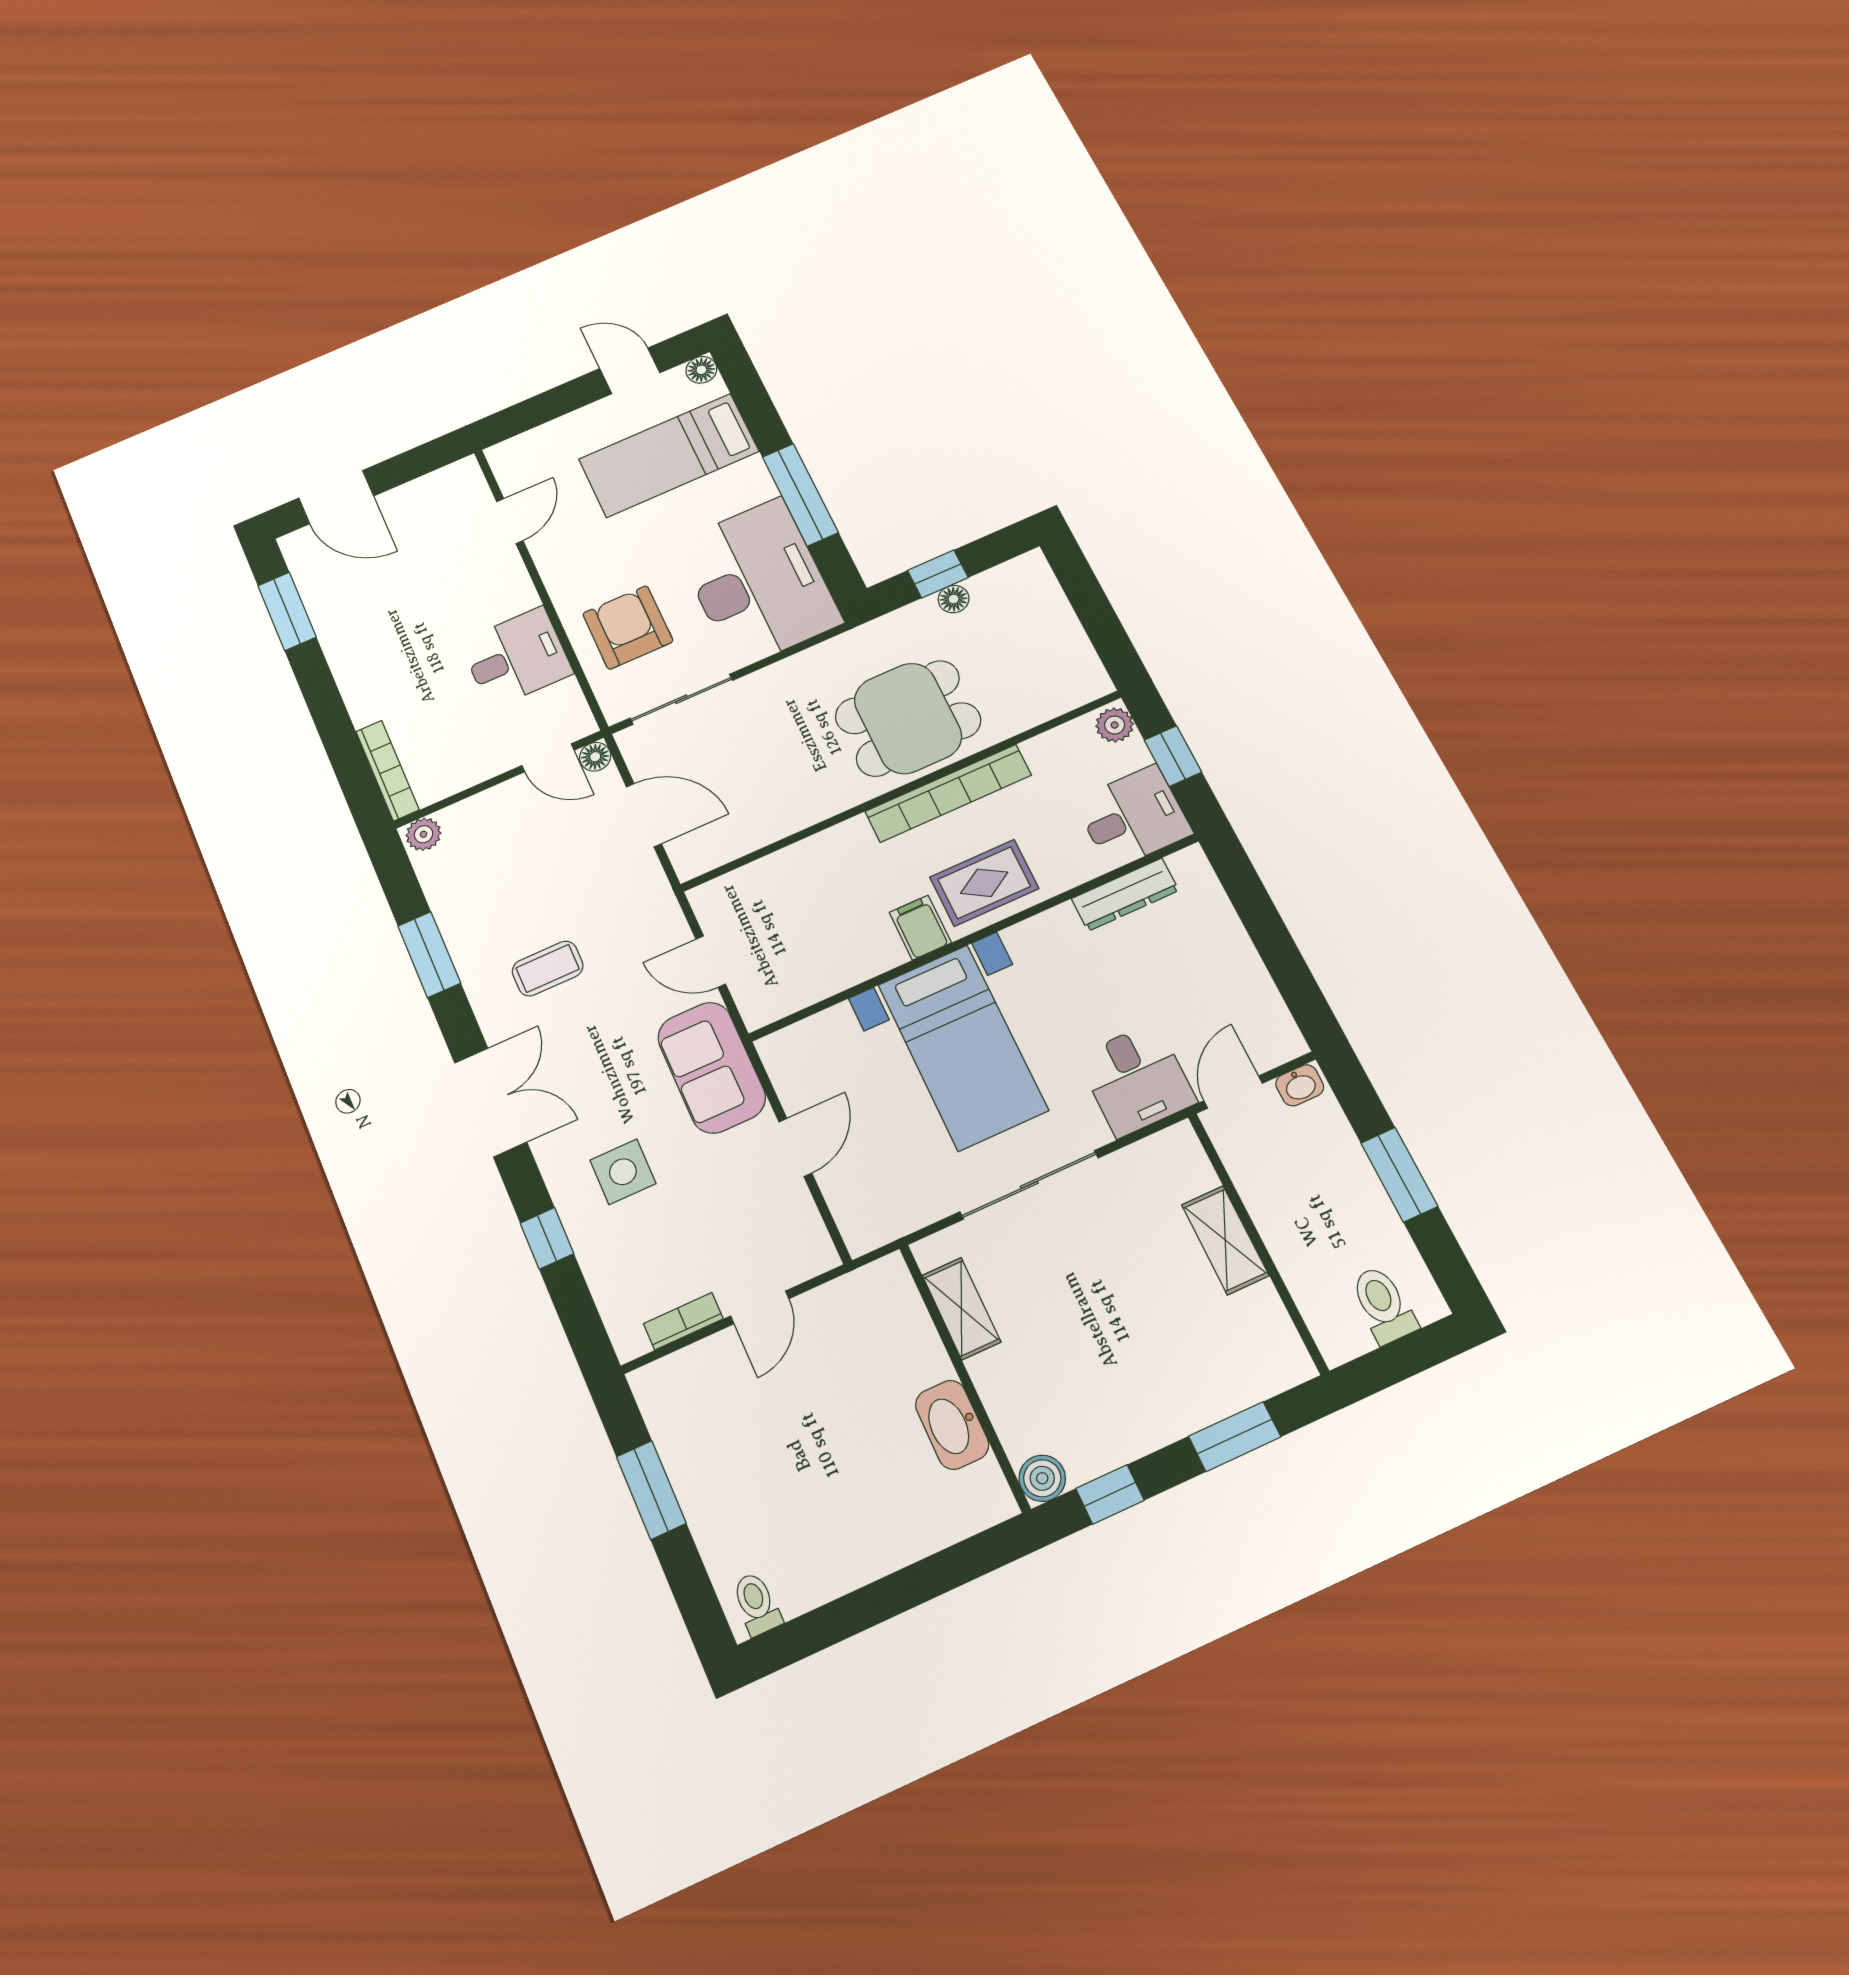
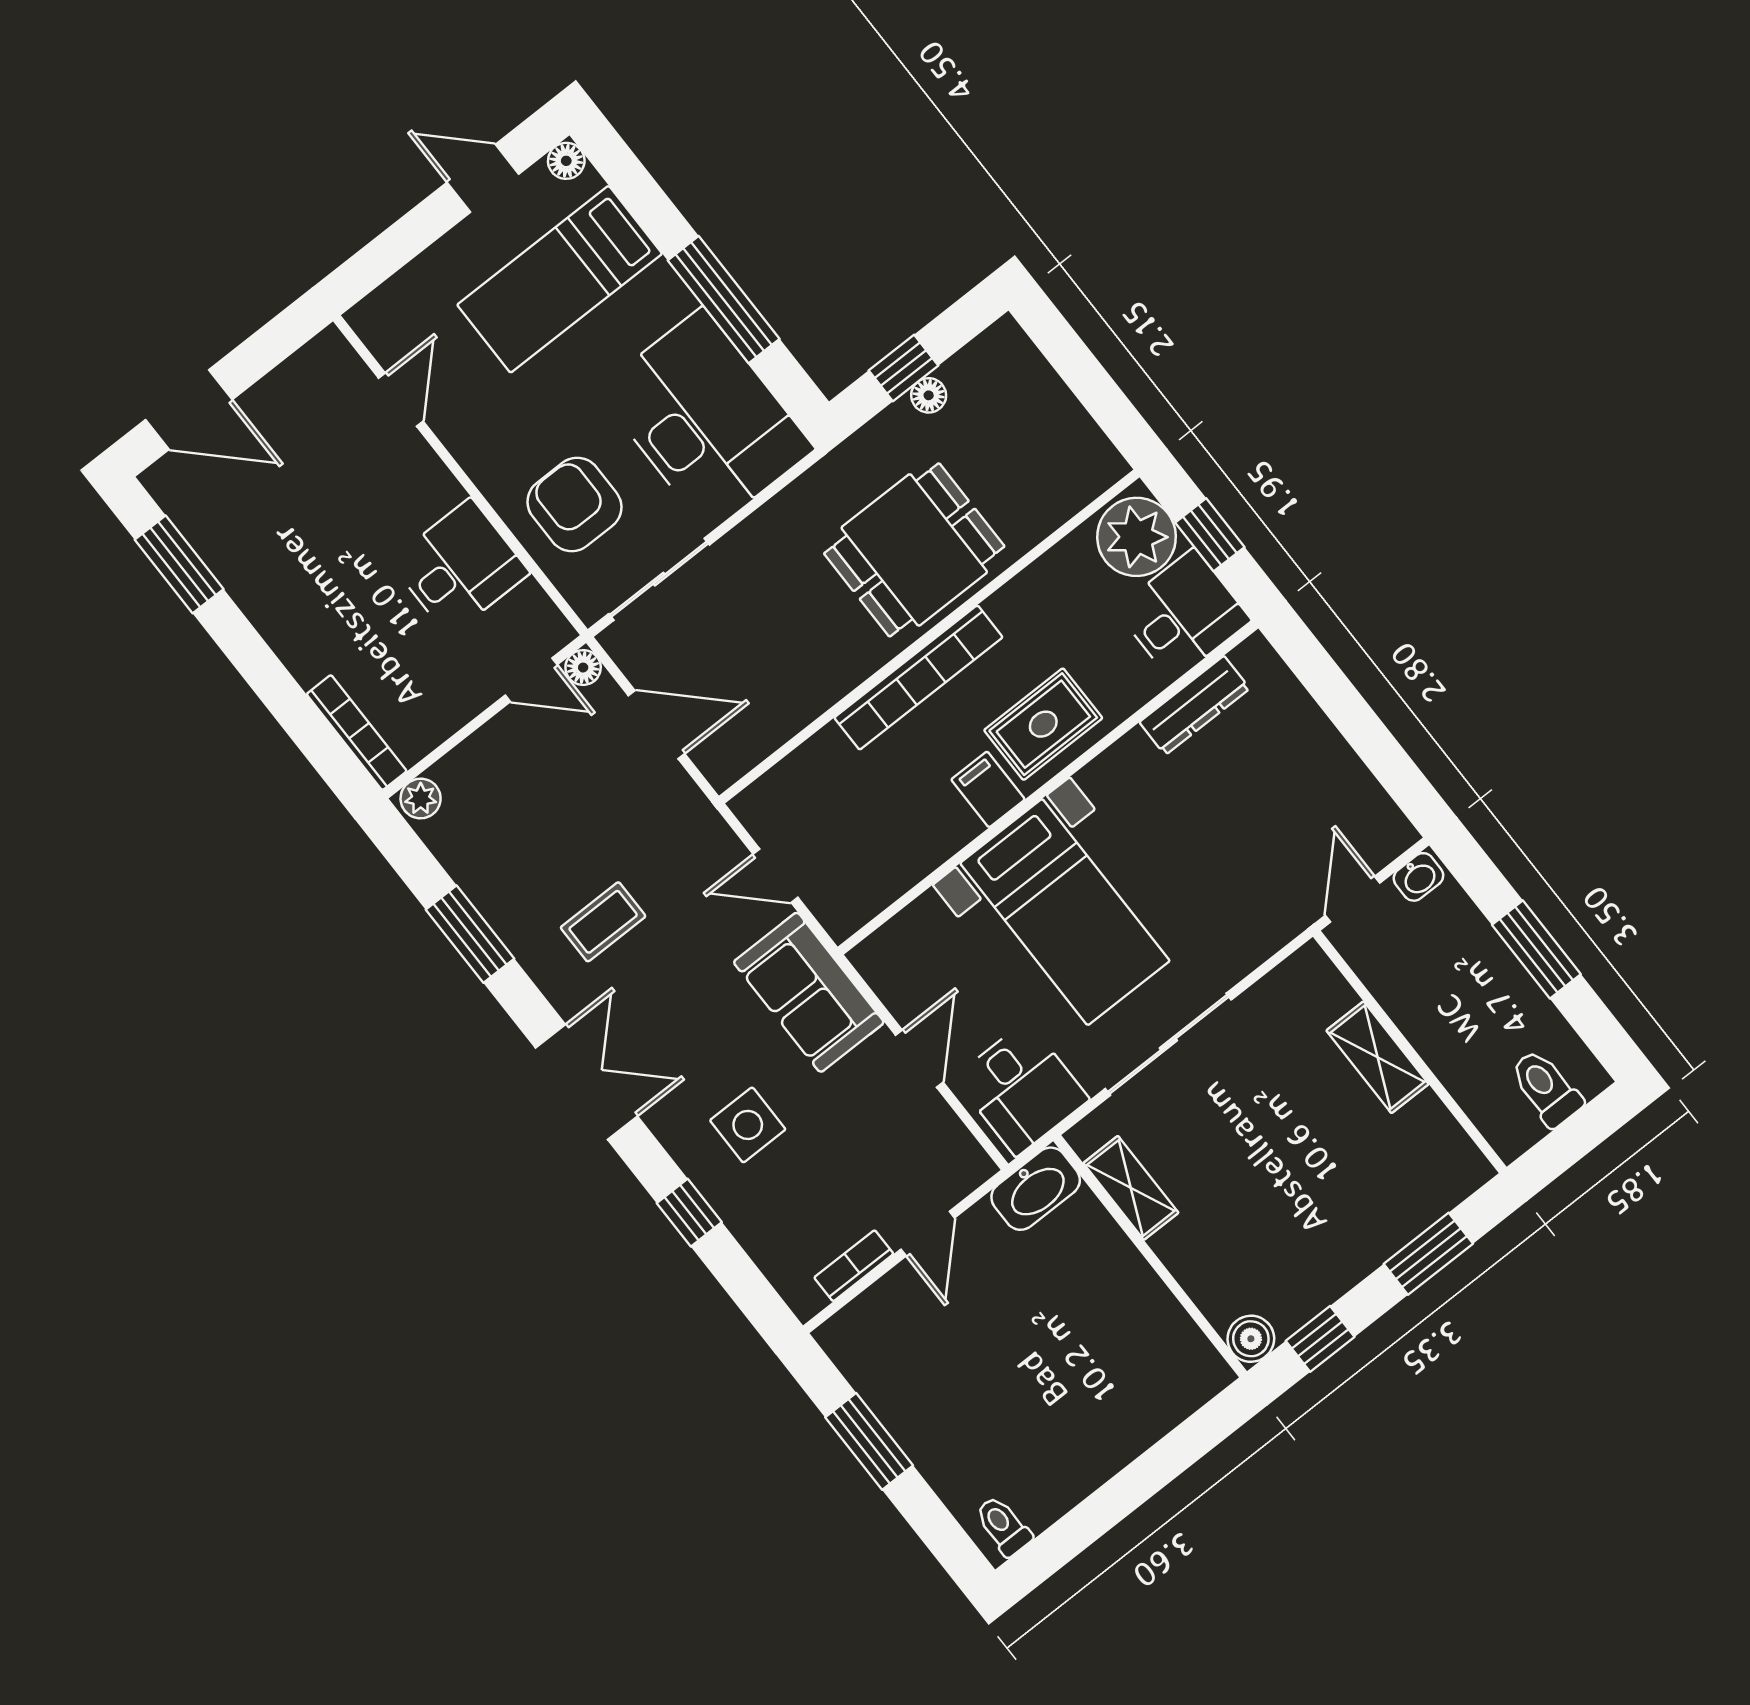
plant: (1115, 725) -> (1137, 537), width x1.88, depth x1.88
bookcase: (948, 793) -> (918, 677), moved
desk: (1136, 1079) -> (1022, 1088), moved
washbasin: (952, 1425) -> (1036, 1189), moved, turned -90

